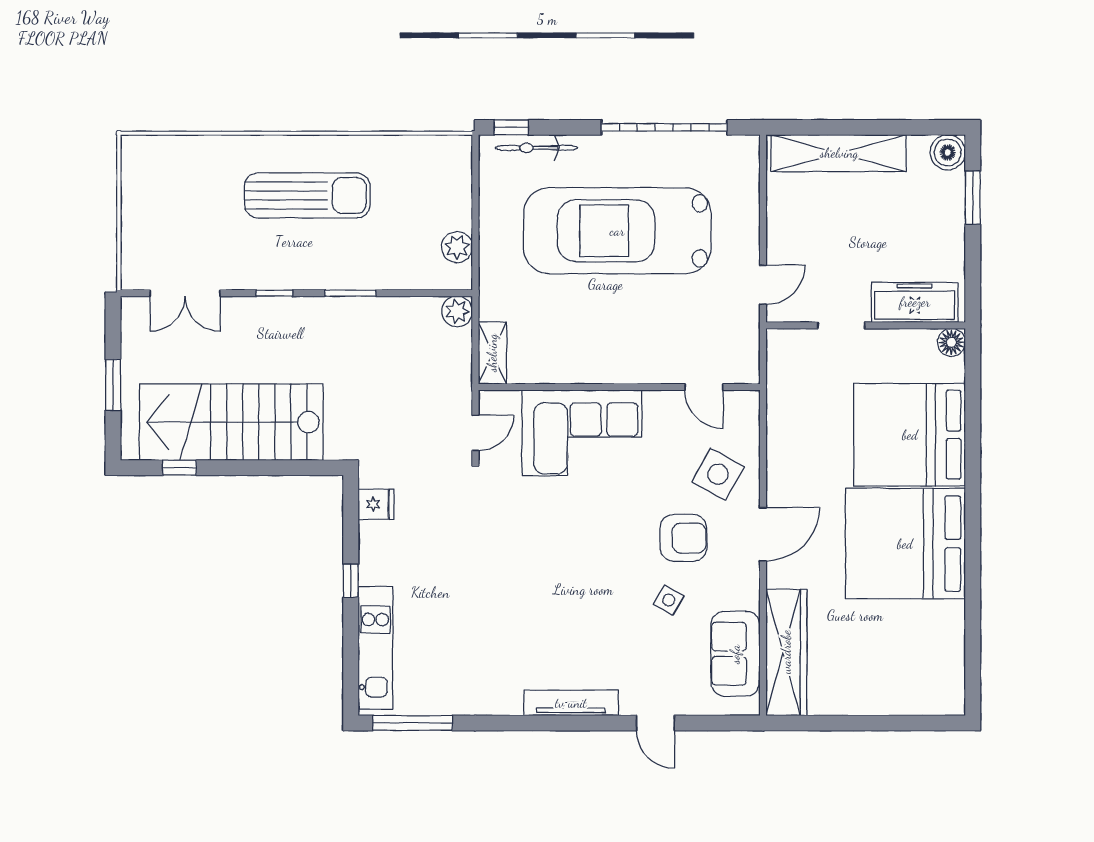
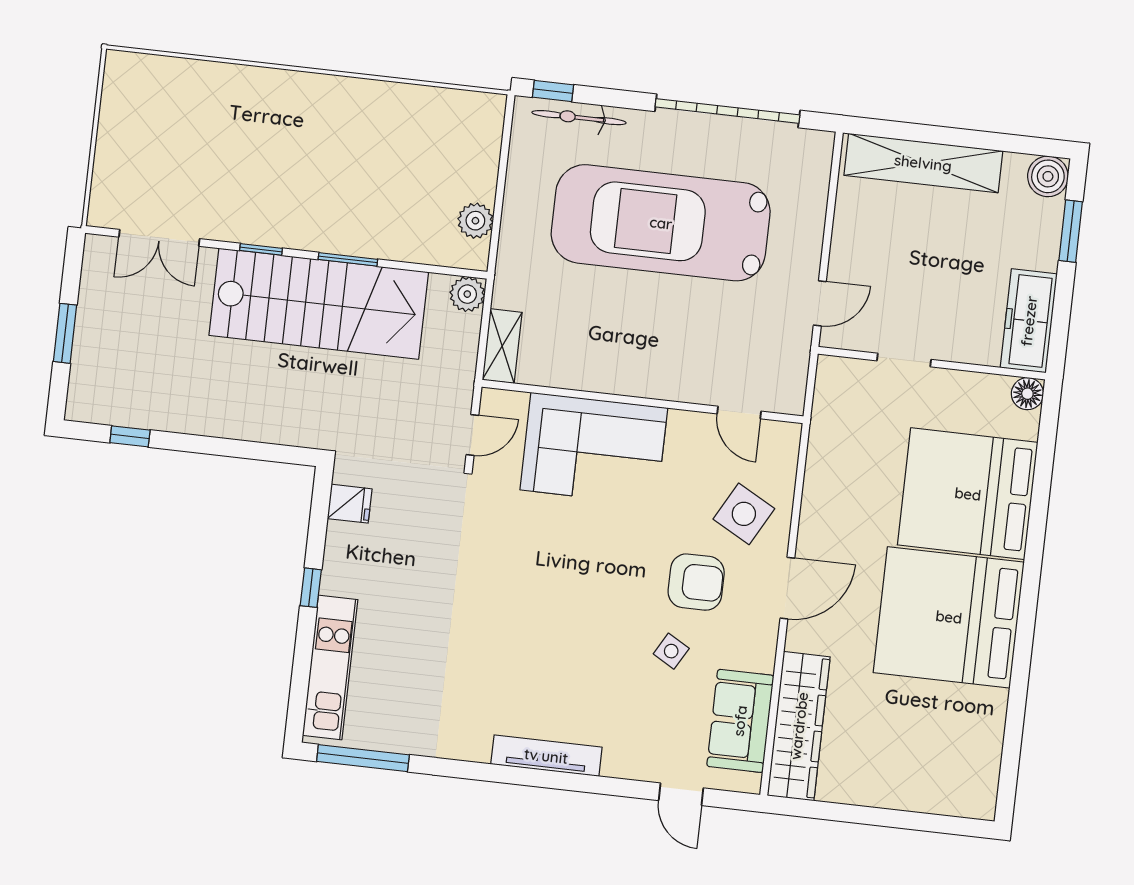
sun lounger: (307, 195) -> (311, 142), removed
freezer: (915, 302) -> (1029, 321), moved, turned -90
stairs: (231, 422) -> (319, 304), moved, turned 180
door: (655, 723) -> (681, 794), moved

